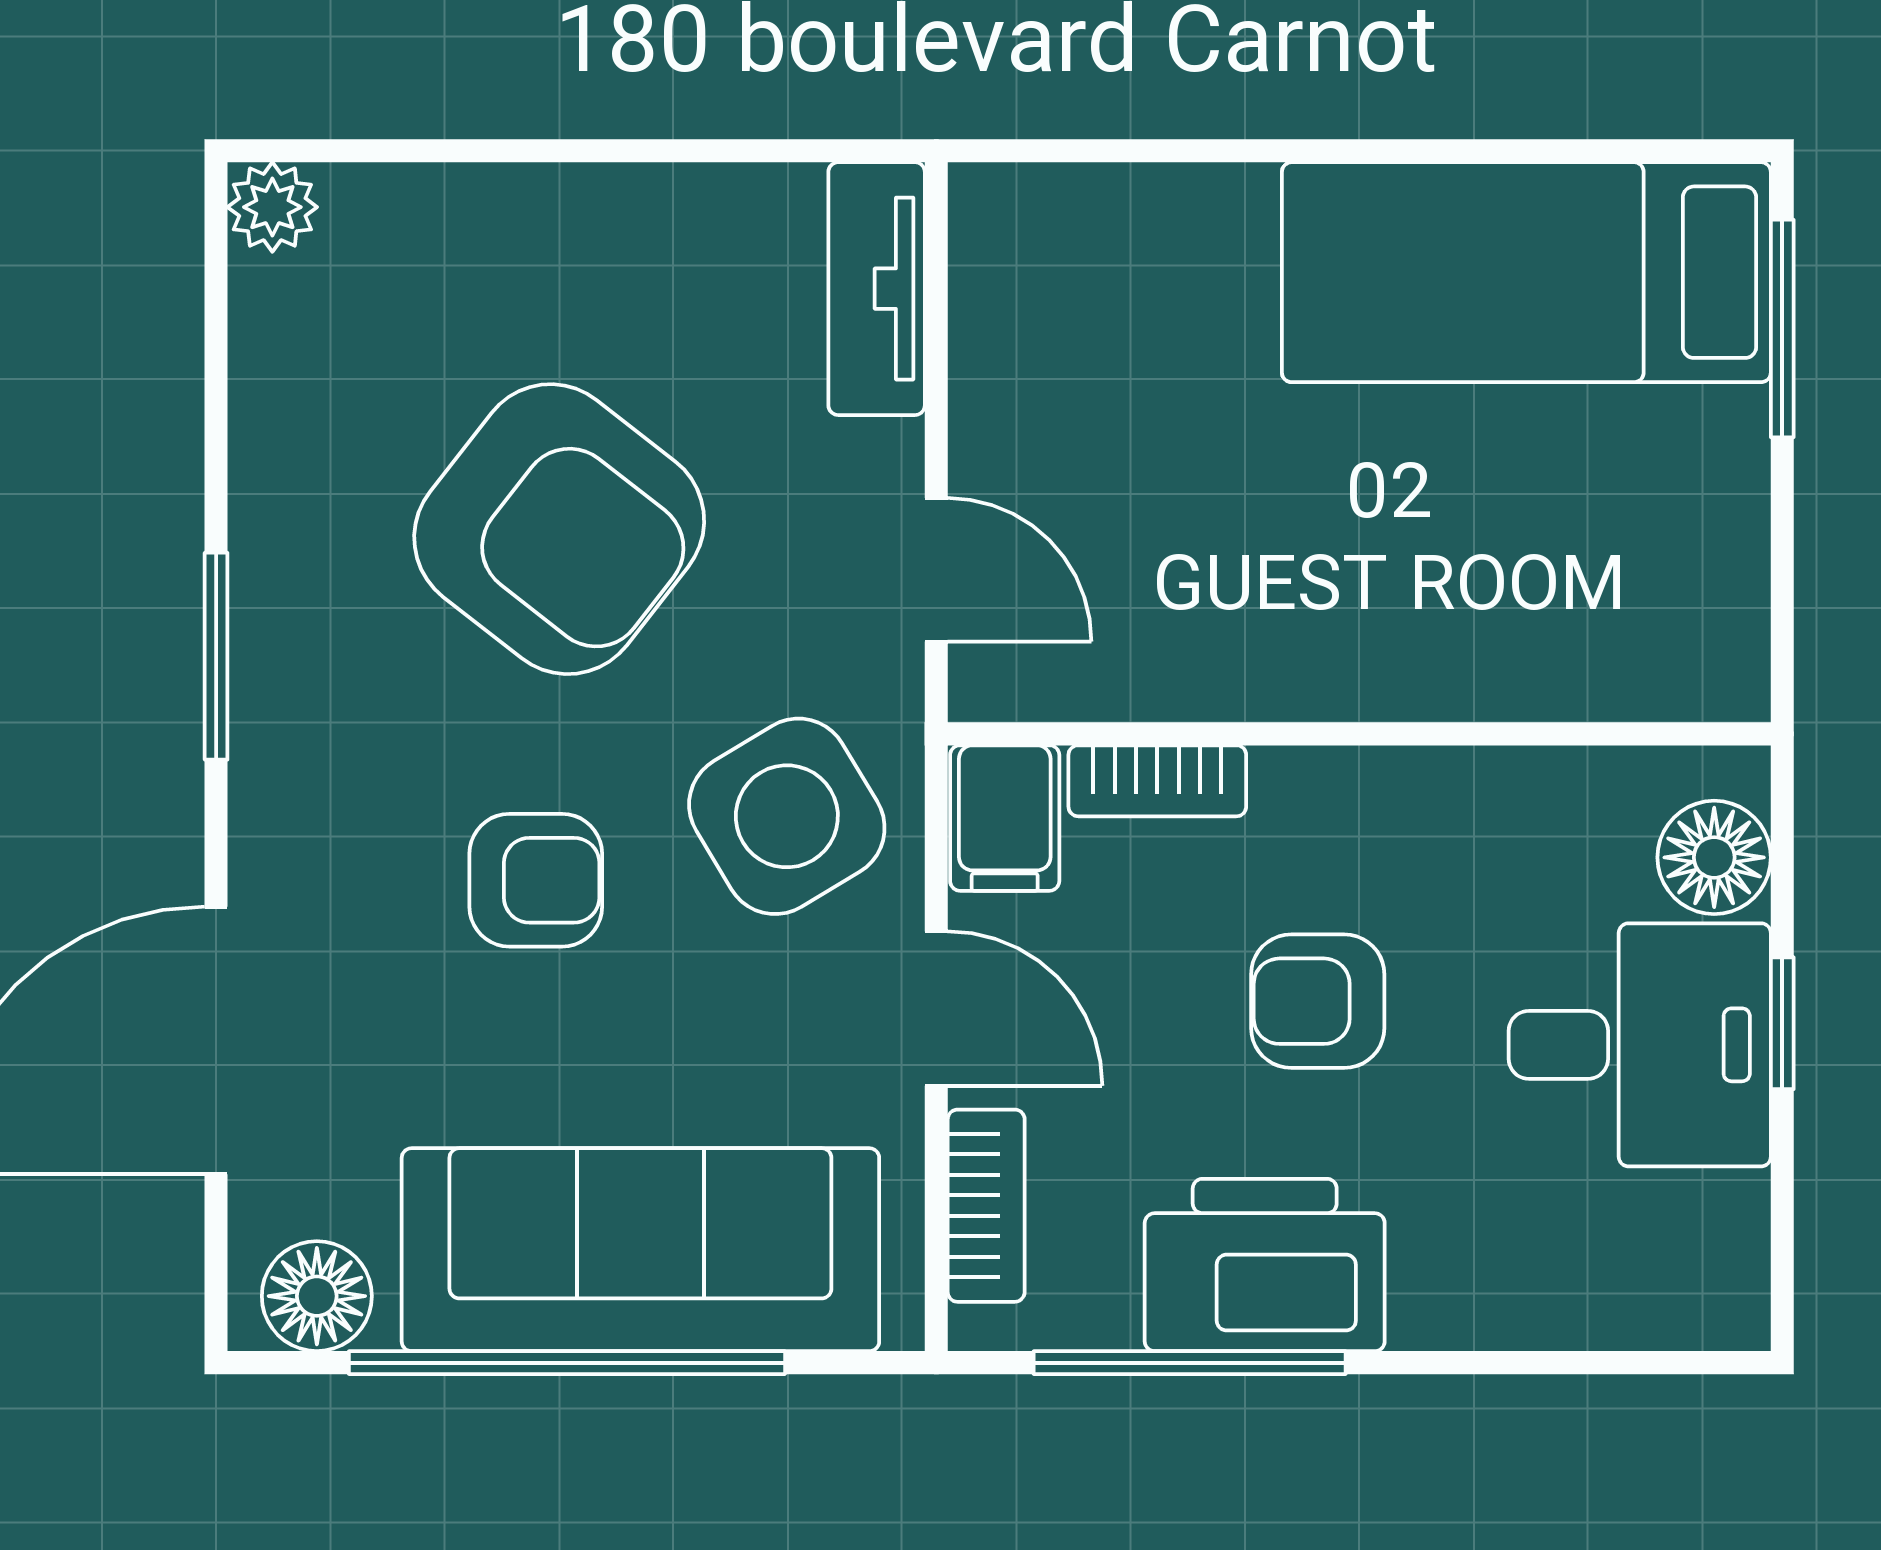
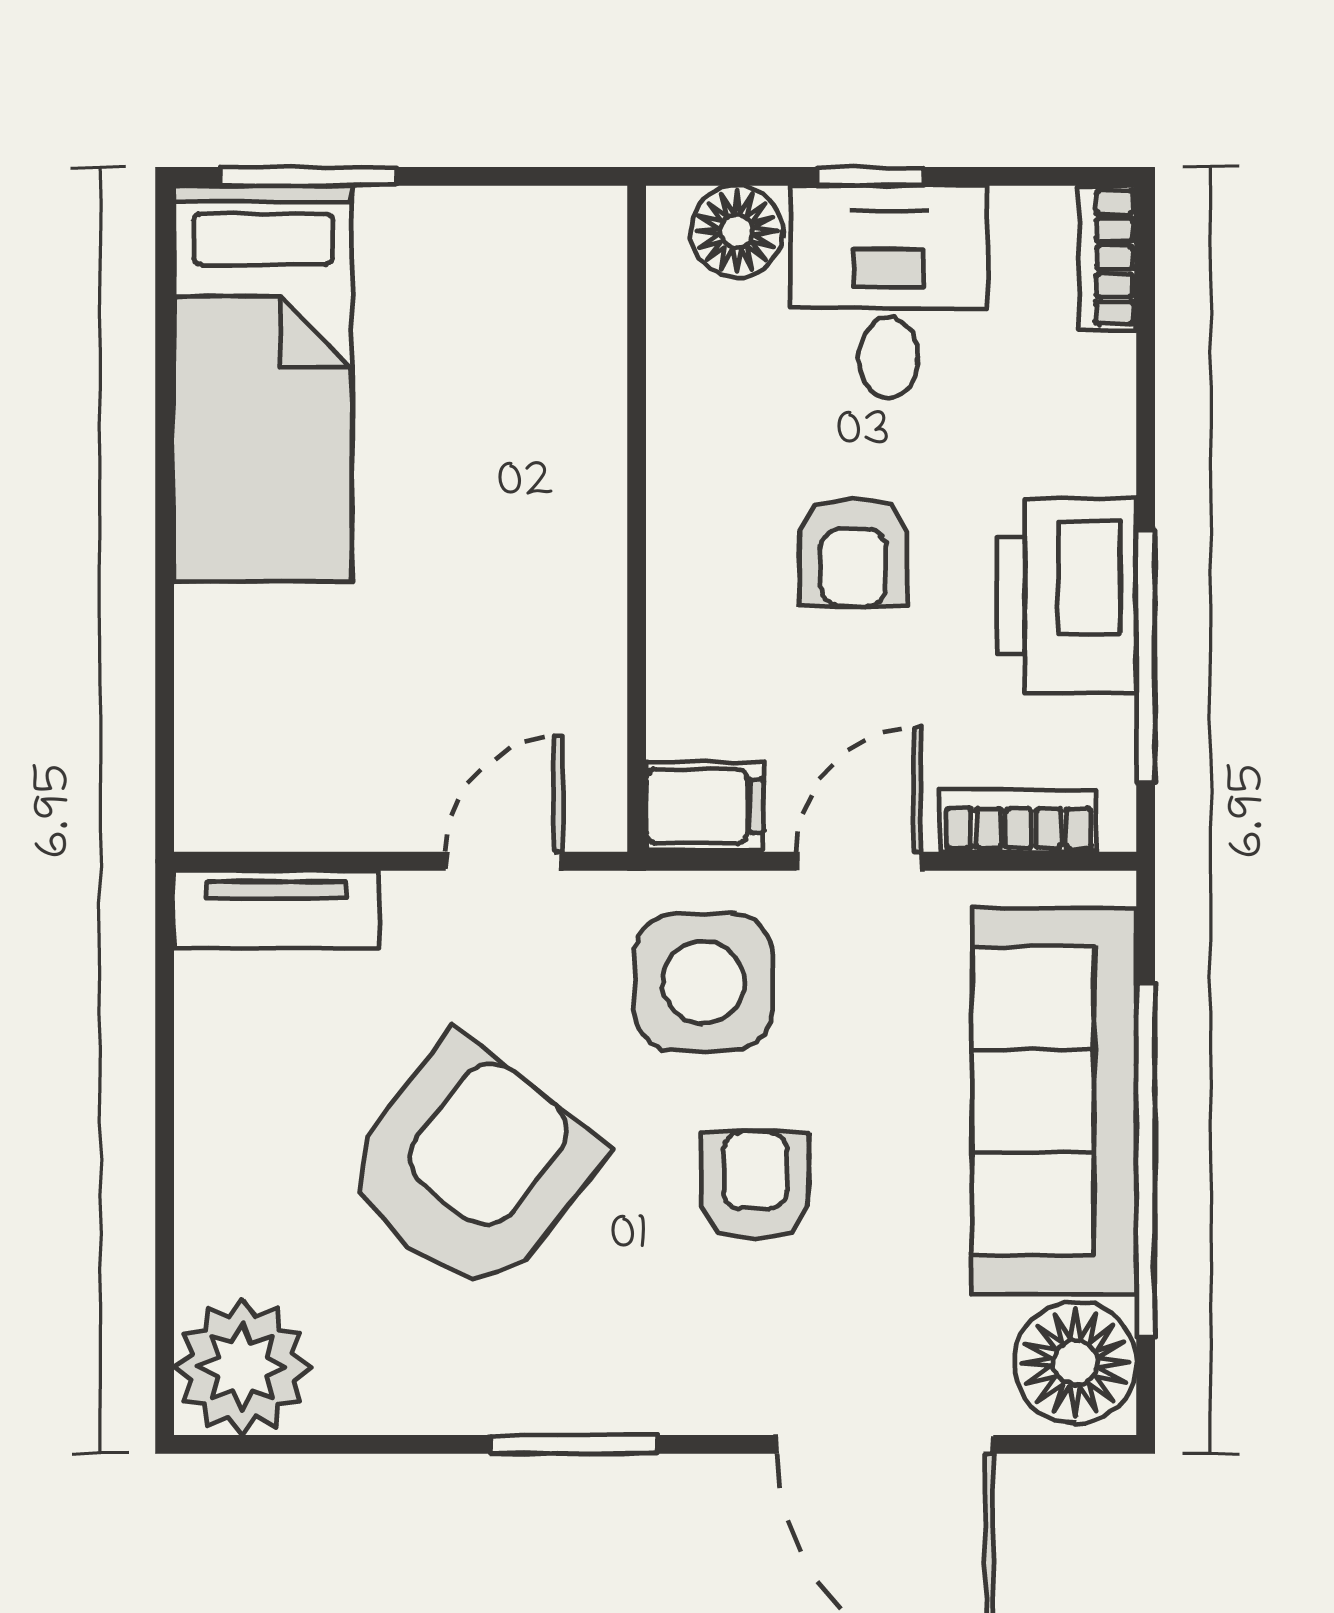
plant: (272, 207) -> (242, 1367), width x1.87, depth x1.87
bookcase: (1157, 781) -> (1108, 258), moved, turned 180
side table: (787, 816) -> (703, 982), turned 31
floor lamp: (317, 1296) -> (1075, 1363), width x1.38, depth x1.38

